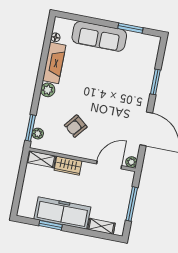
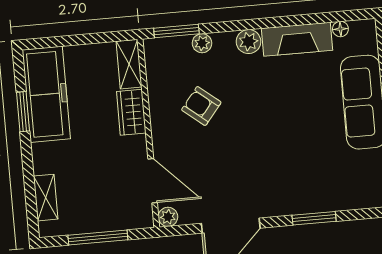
plant: (38, 134) -> (202, 43), moved
freezer: (62, 213) -> (46, 94), moved

